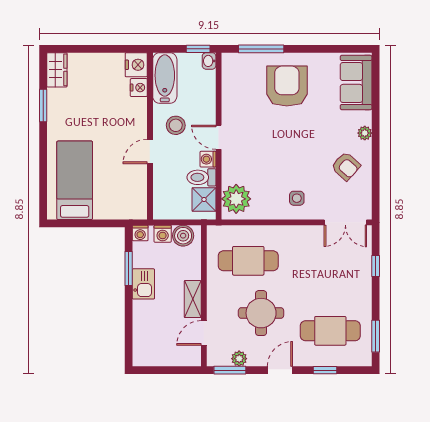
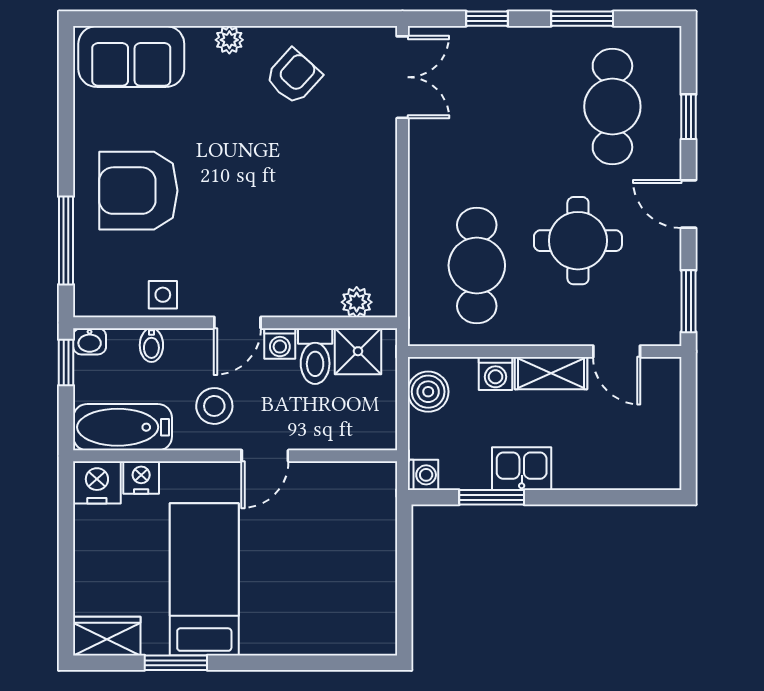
bidet: (207, 93) -> (151, 345), added
door: (150, 151) -> (265, 456), hinge flipped
bed: (75, 180) -> (204, 579), moved, turned 90
side table: (297, 198) -> (163, 295), moved
plant: (236, 199) -> (357, 302), width x0.53, depth x0.53
washing machine: (163, 234) -> (495, 373), moved, turned 90
window: (376, 336) -> (582, 19), moved
plant: (239, 359) -> (666, 283), removed

